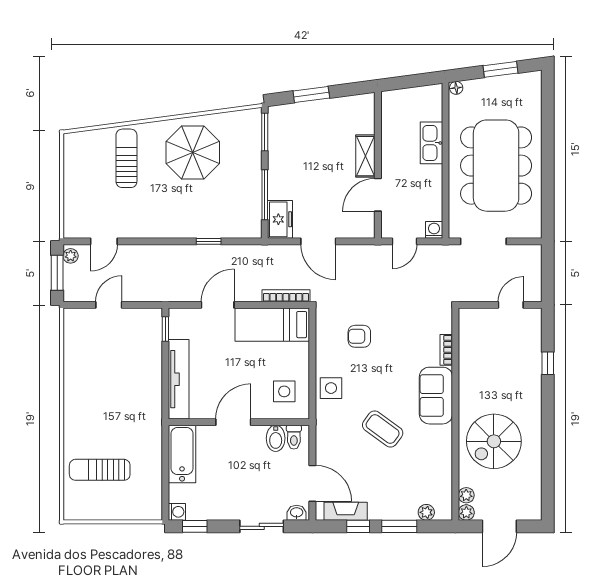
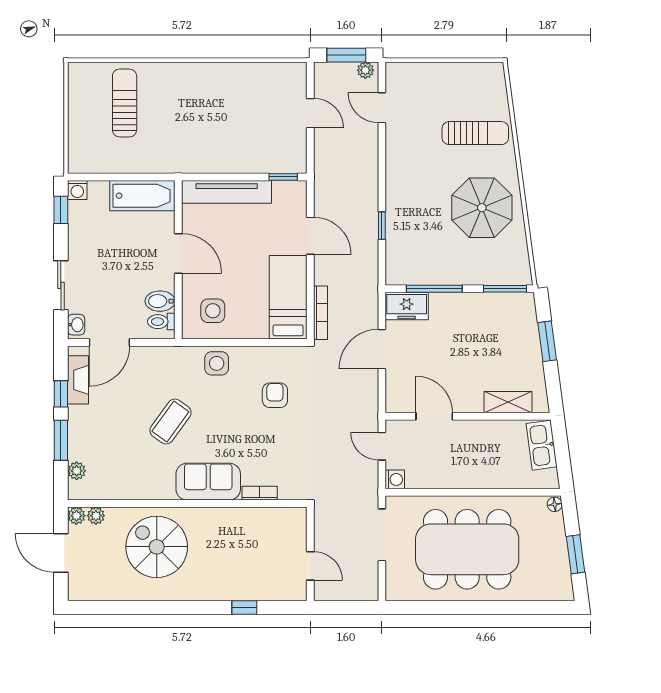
kitchen sink: (431, 143) -> (542, 445), moved, turned -98
shelving: (365, 156) -> (508, 402), moved

